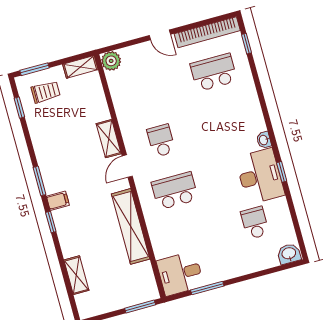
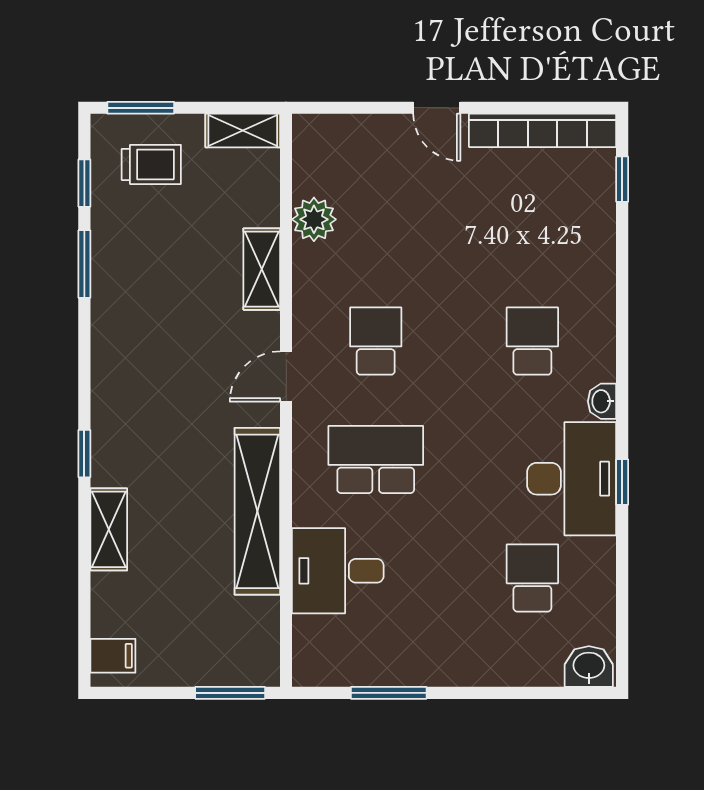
plant: (111, 61) -> (314, 219), moved
school desk: (214, 72) -> (532, 341), moved, width x0.54
shelving: (109, 139) -> (262, 269), moved
window: (40, 181) -> (84, 264), moved
filing cabinet: (58, 201) -> (113, 656), moved
desk: (180, 273) -> (338, 571), moved
shelving: (76, 275) -> (109, 529), moved

